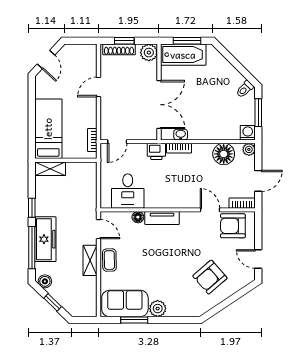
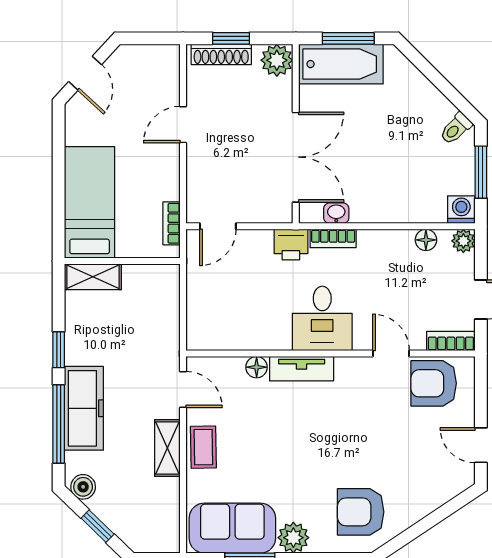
floor lamp: (224, 154) -> (426, 240), width x0.53, depth x0.53
desk: (128, 191) -> (322, 318), moved
armchair: (210, 277) -> (361, 512), moved, turned 41

